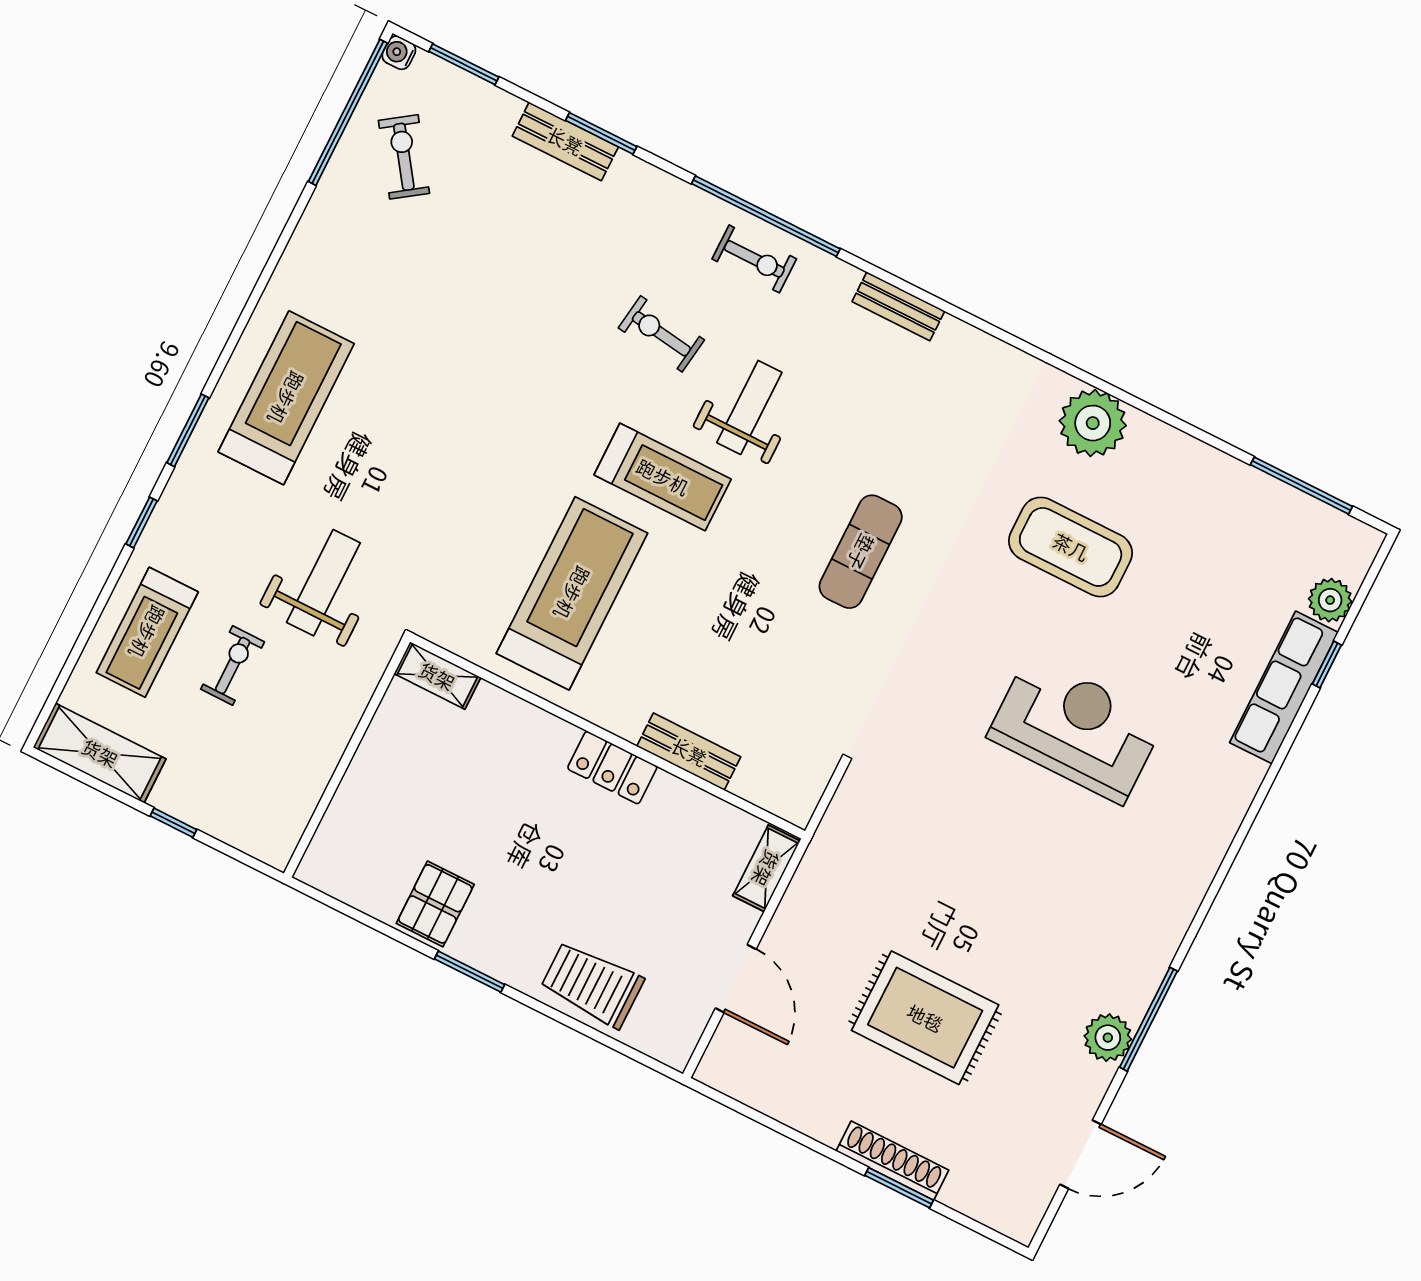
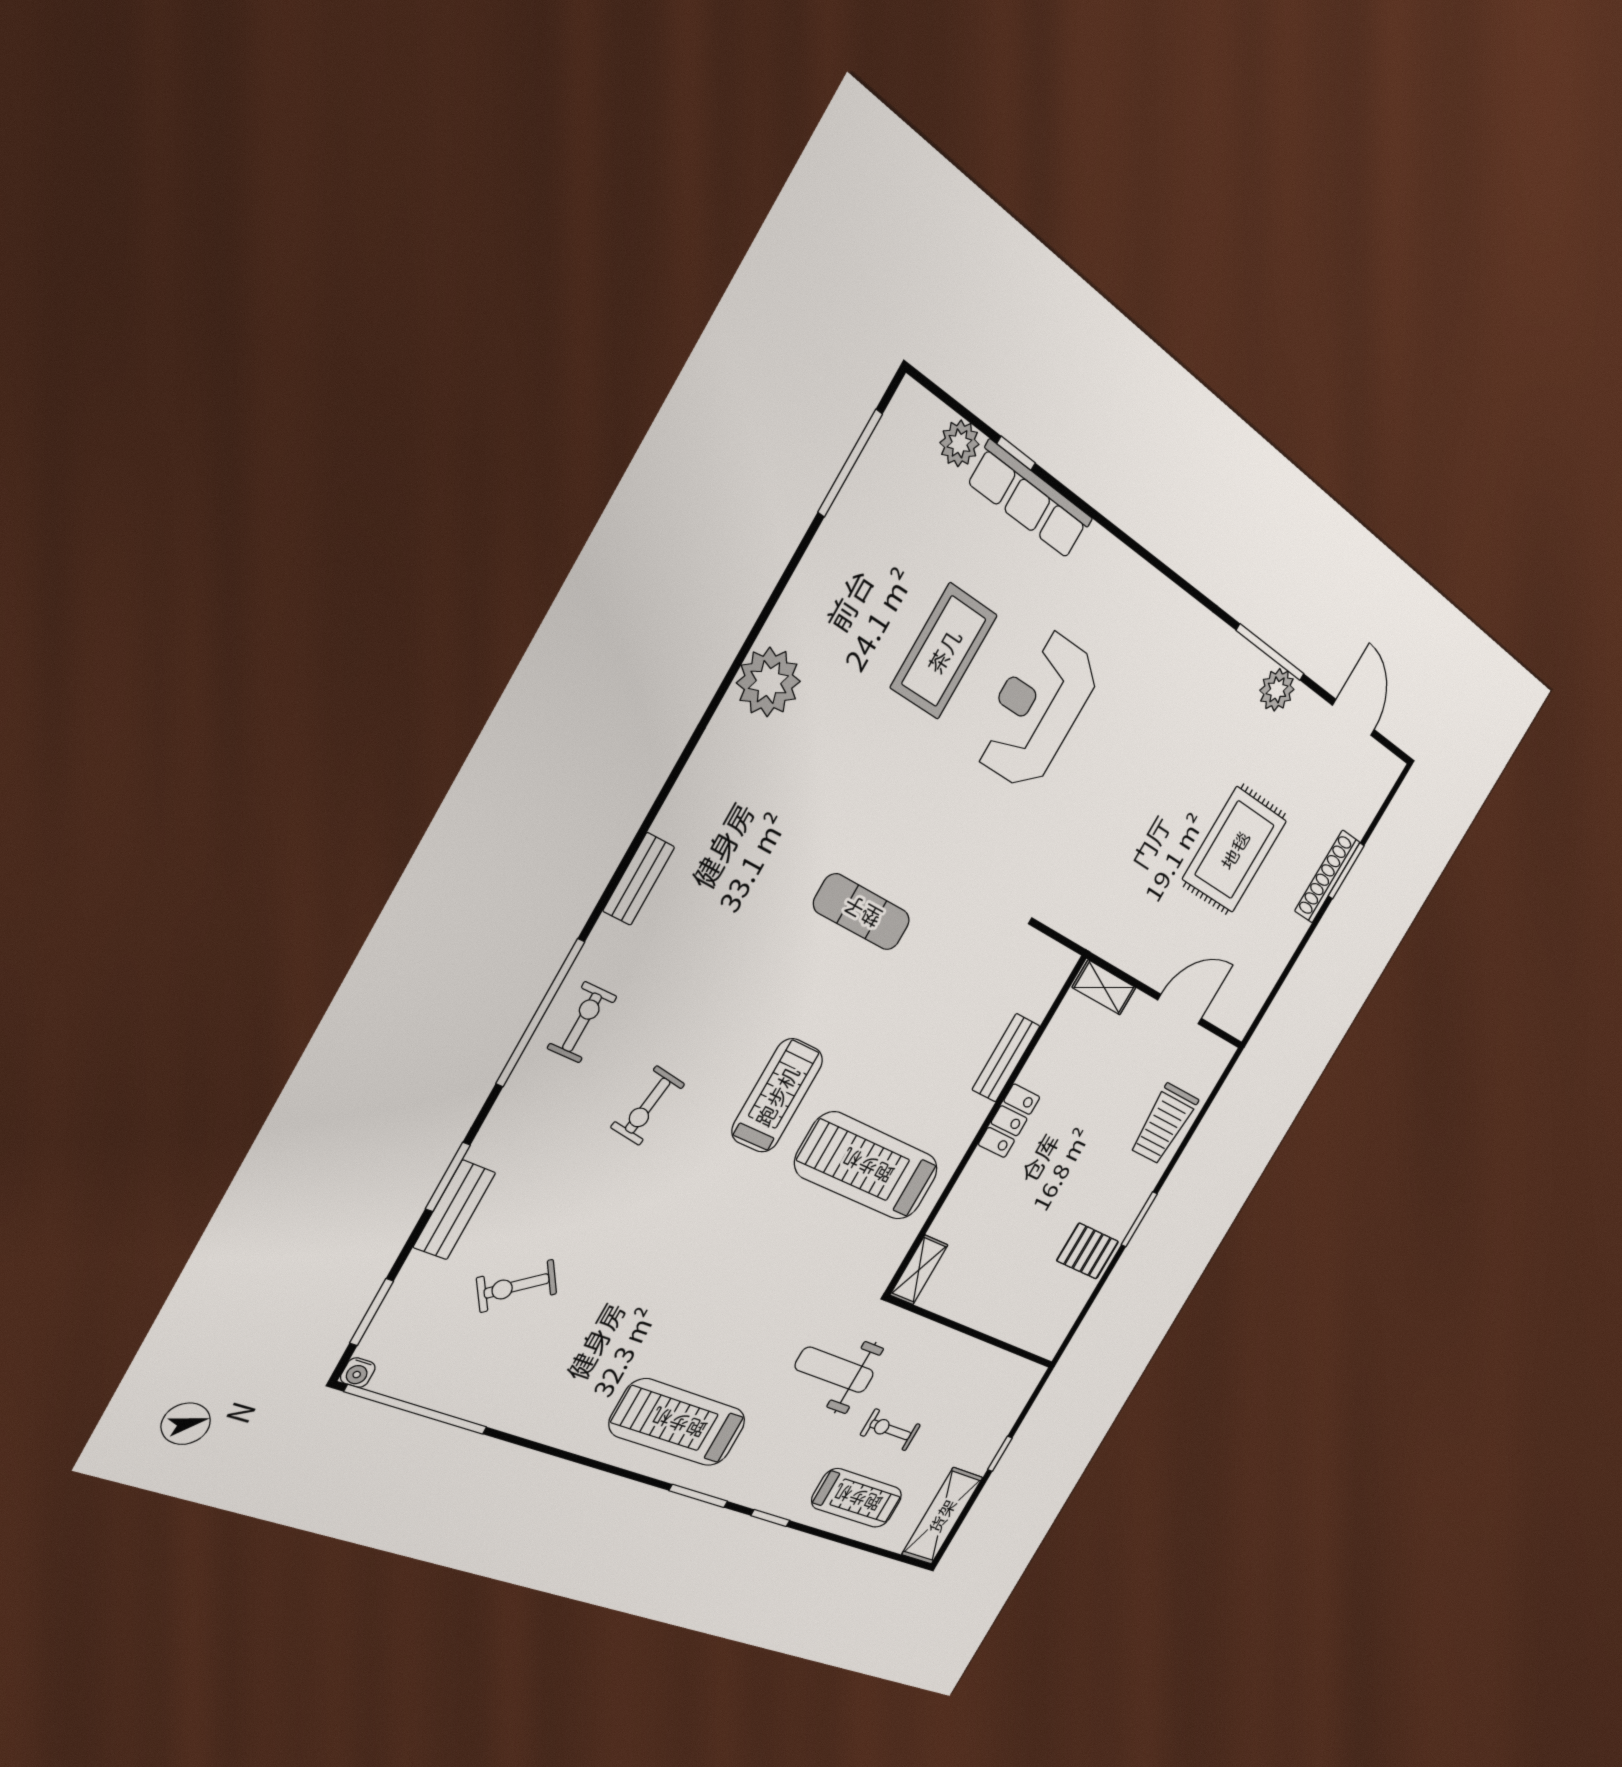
exercise bike: (404, 157) -> (517, 1286), moved
weight bench: (749, 407) -> (723, 1020), removed
coffee table: (1071, 547) -> (944, 651), moved

